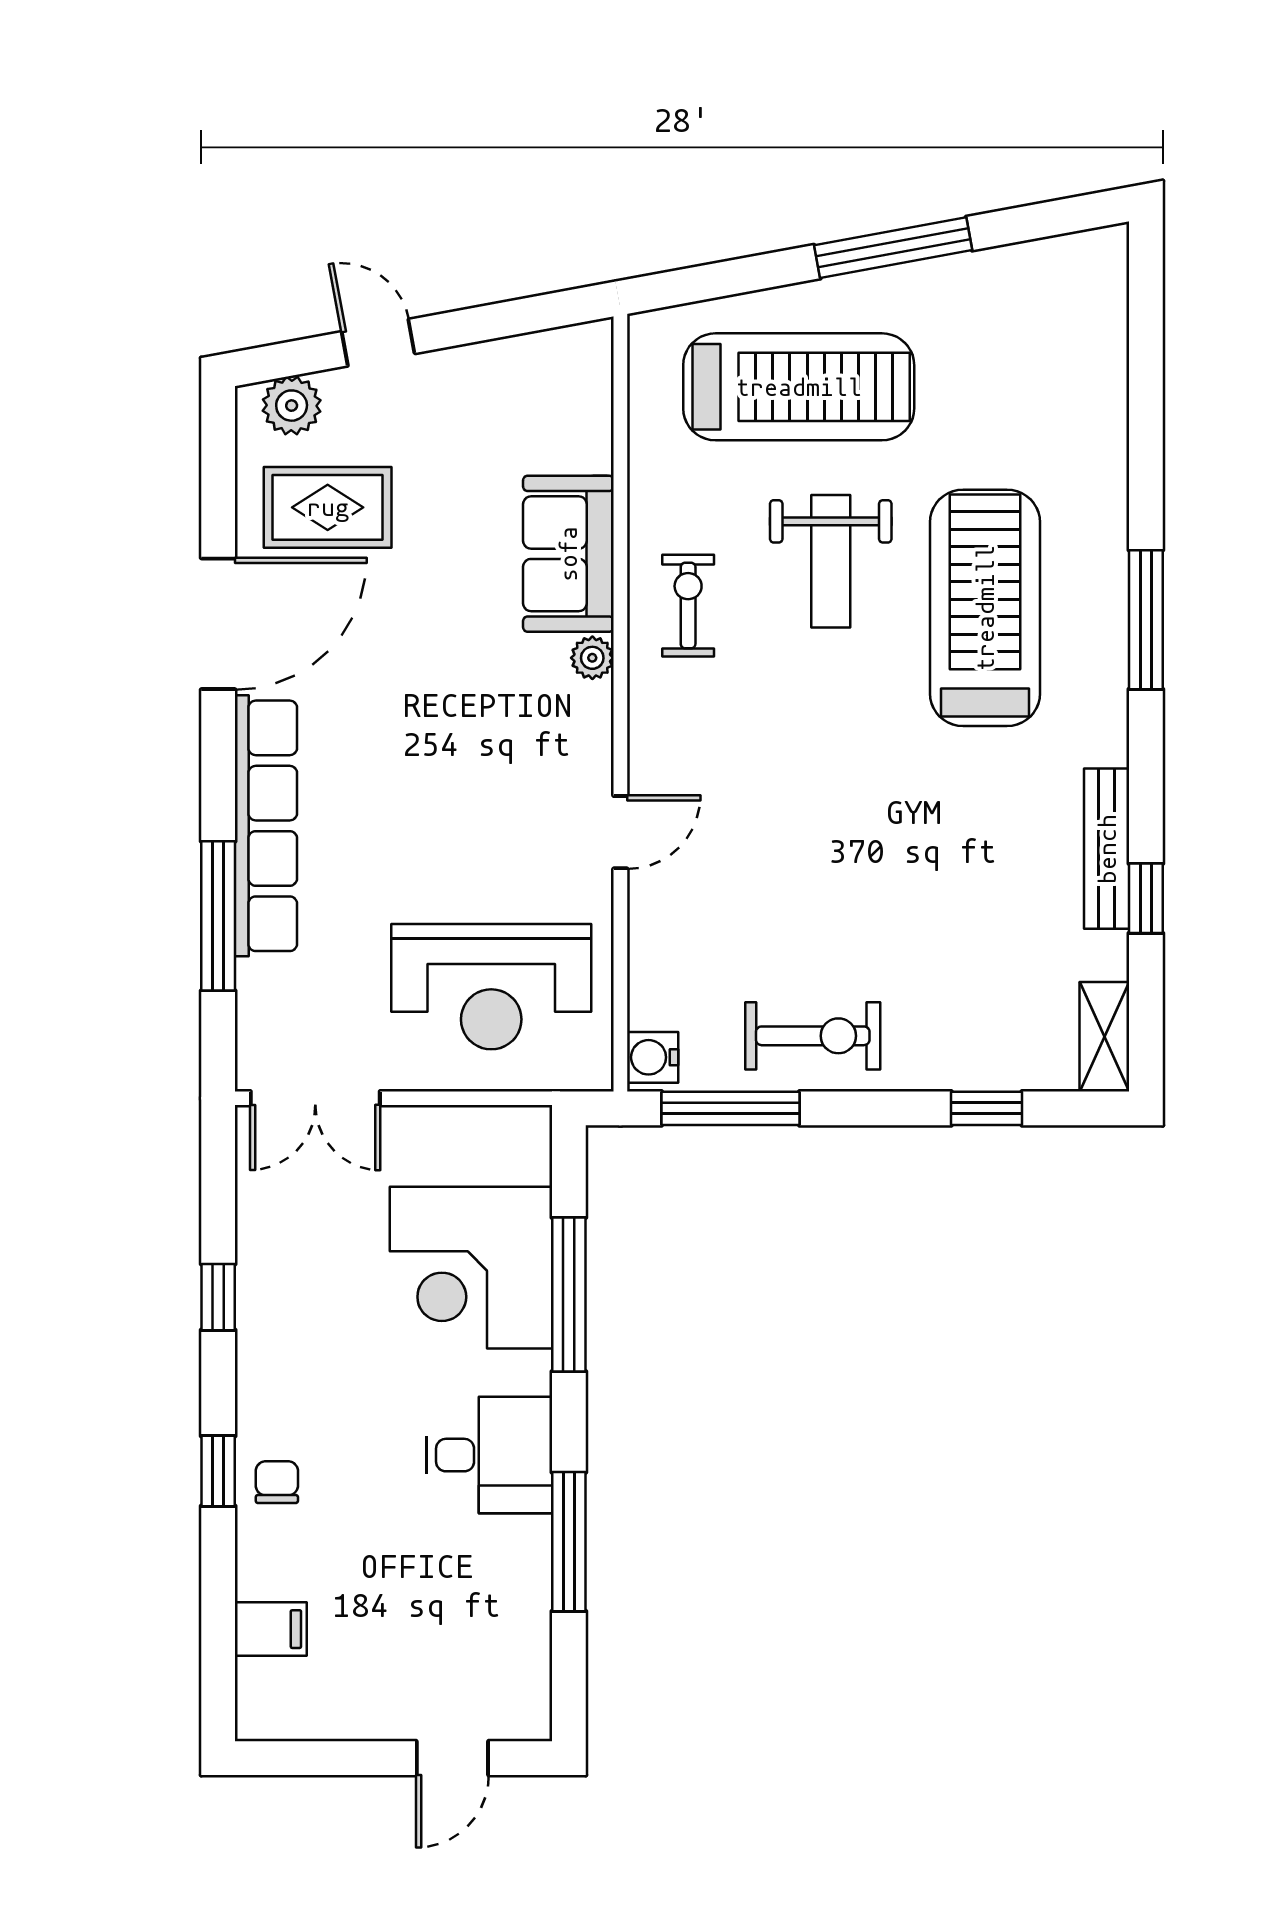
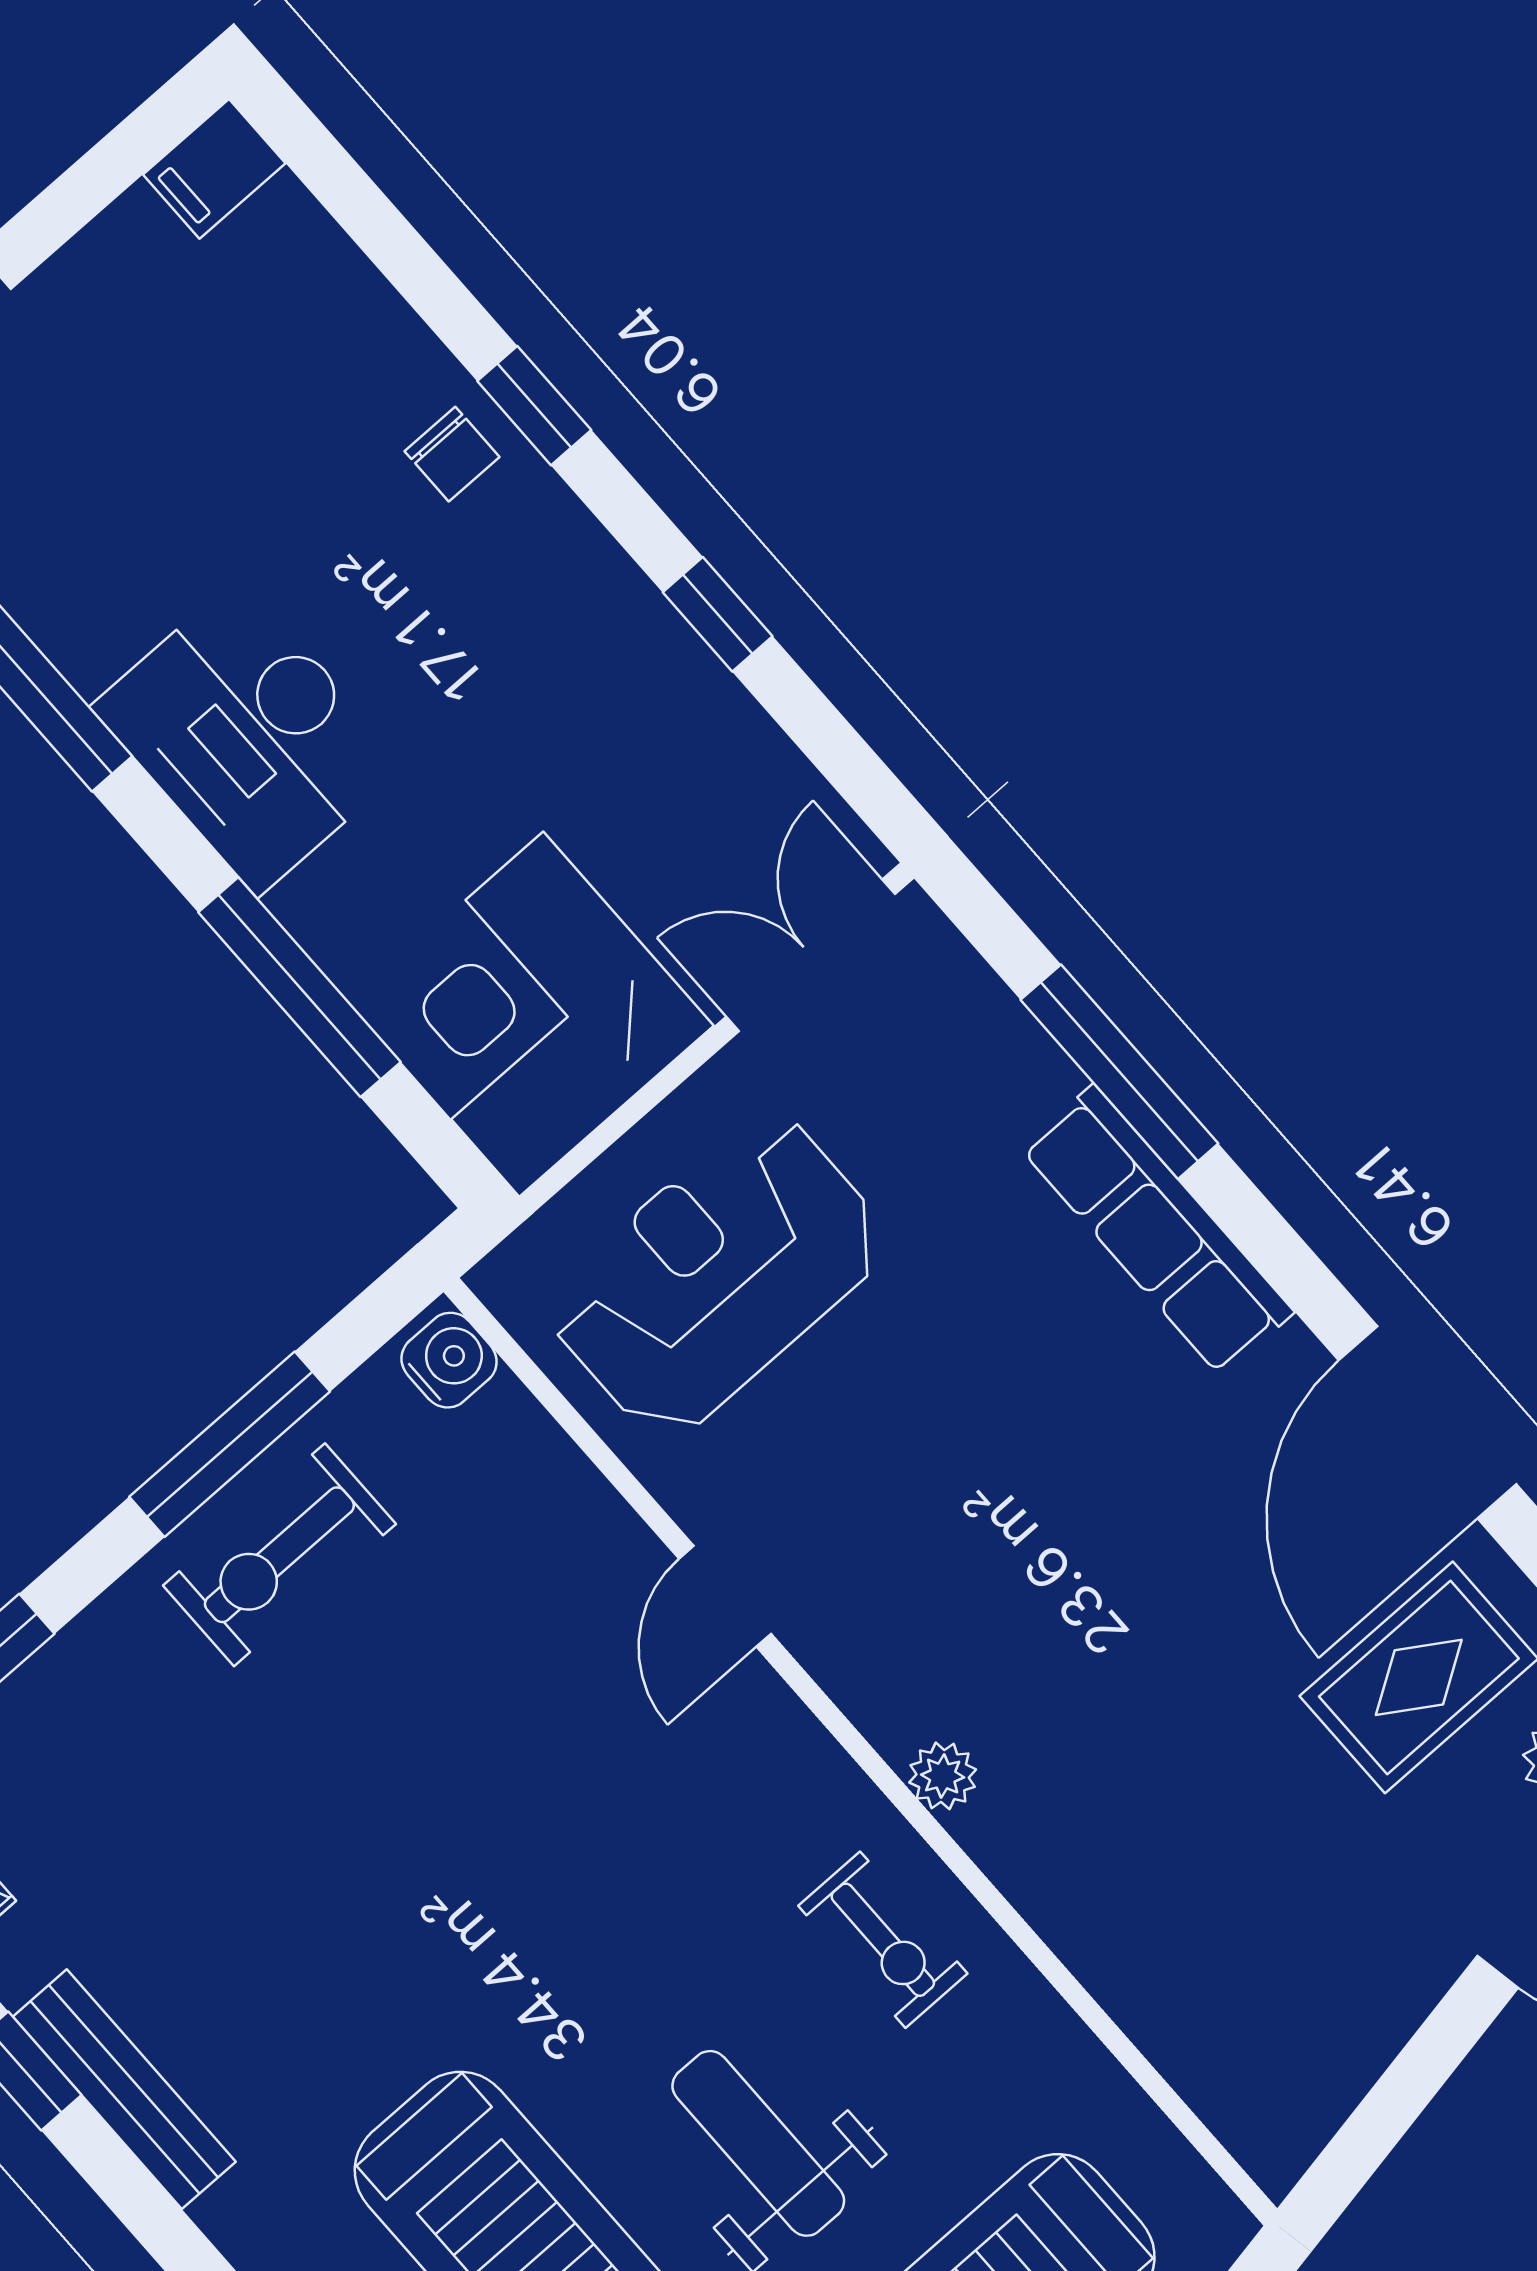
sofa: (568, 554) -> (1081, 1876), removed
row of seats: (266, 826) -> (1157, 1230), width x0.73
window: (731, 1108) -> (230, 1444), moved
corner desk: (471, 1268) -> (531, 1014), moved, turned -90
desk: (489, 1455) -> (249, 736), width x1.37
filing cabinet: (271, 1629) -> (214, 169), moved

